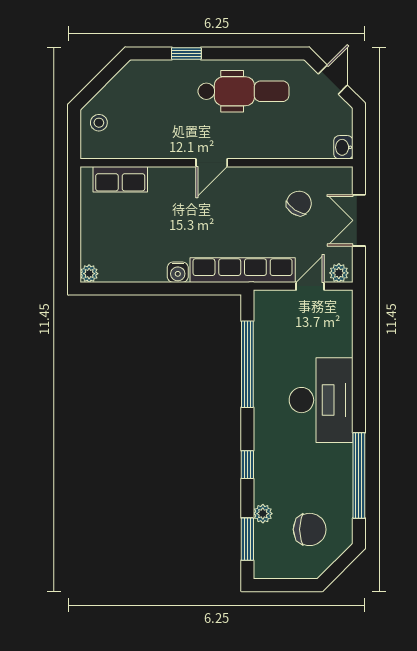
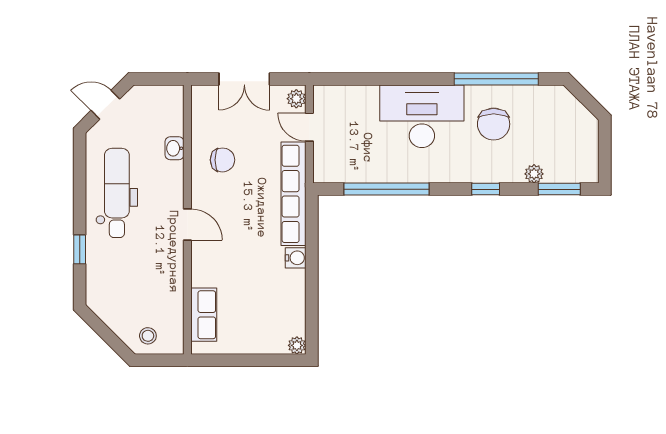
washbasin: (343, 147) -> (174, 148), moved, turned 90
chair: (299, 203) -> (223, 160), moved, turned 146
chair: (310, 529) -> (494, 124), moved, turned 180

